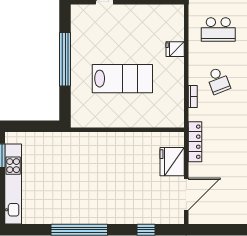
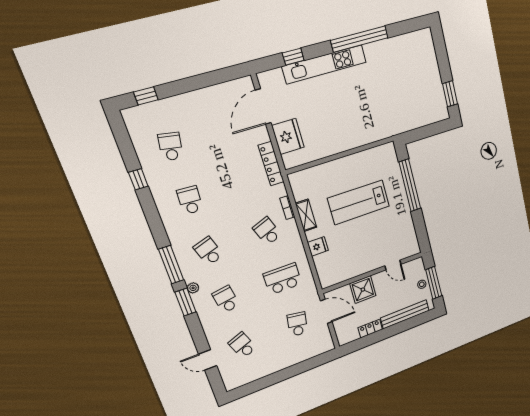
window: (65, 59) -> (410, 185), moved
shelving: (177, 83) -> (306, 215), added
kitchen unit: (13, 184) -> (325, 64), moved, turned -90

